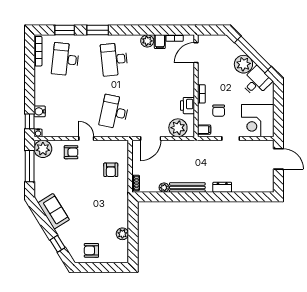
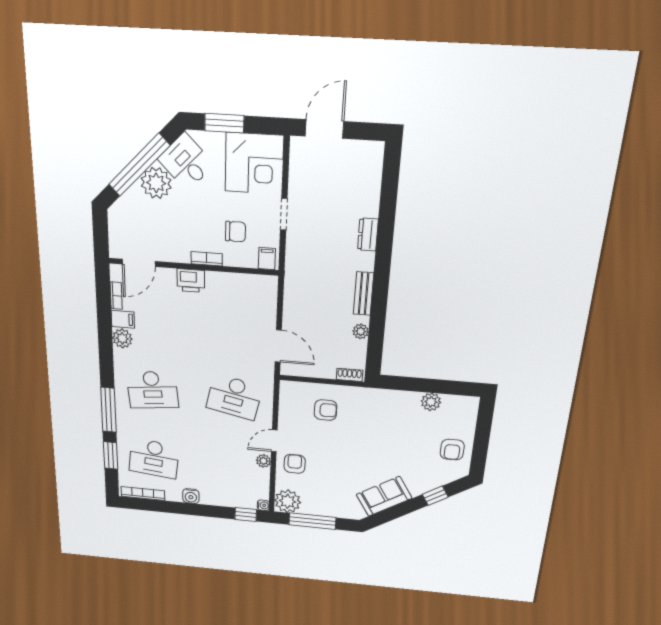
window: (98, 30) -> (109, 410), width x1.44
door: (196, 53) -> (139, 263), hinge flipped
window: (278, 103) -> (224, 123), added
printer: (187, 106) -> (191, 281), moved
water cooler: (40, 111) -> (191, 496), moved
plant: (178, 128) -> (263, 461), moved, width x0.53, depth x0.53
bench: (187, 187) -> (364, 294), width x0.73

